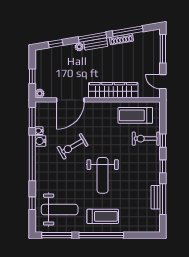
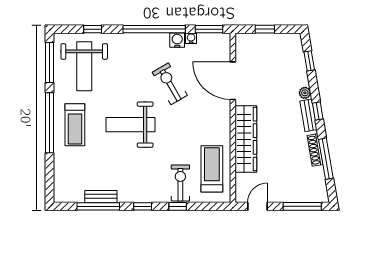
window: (93, 37) -> (318, 111), width x0.46
plant: (40, 94) -> (241, 39), removed

